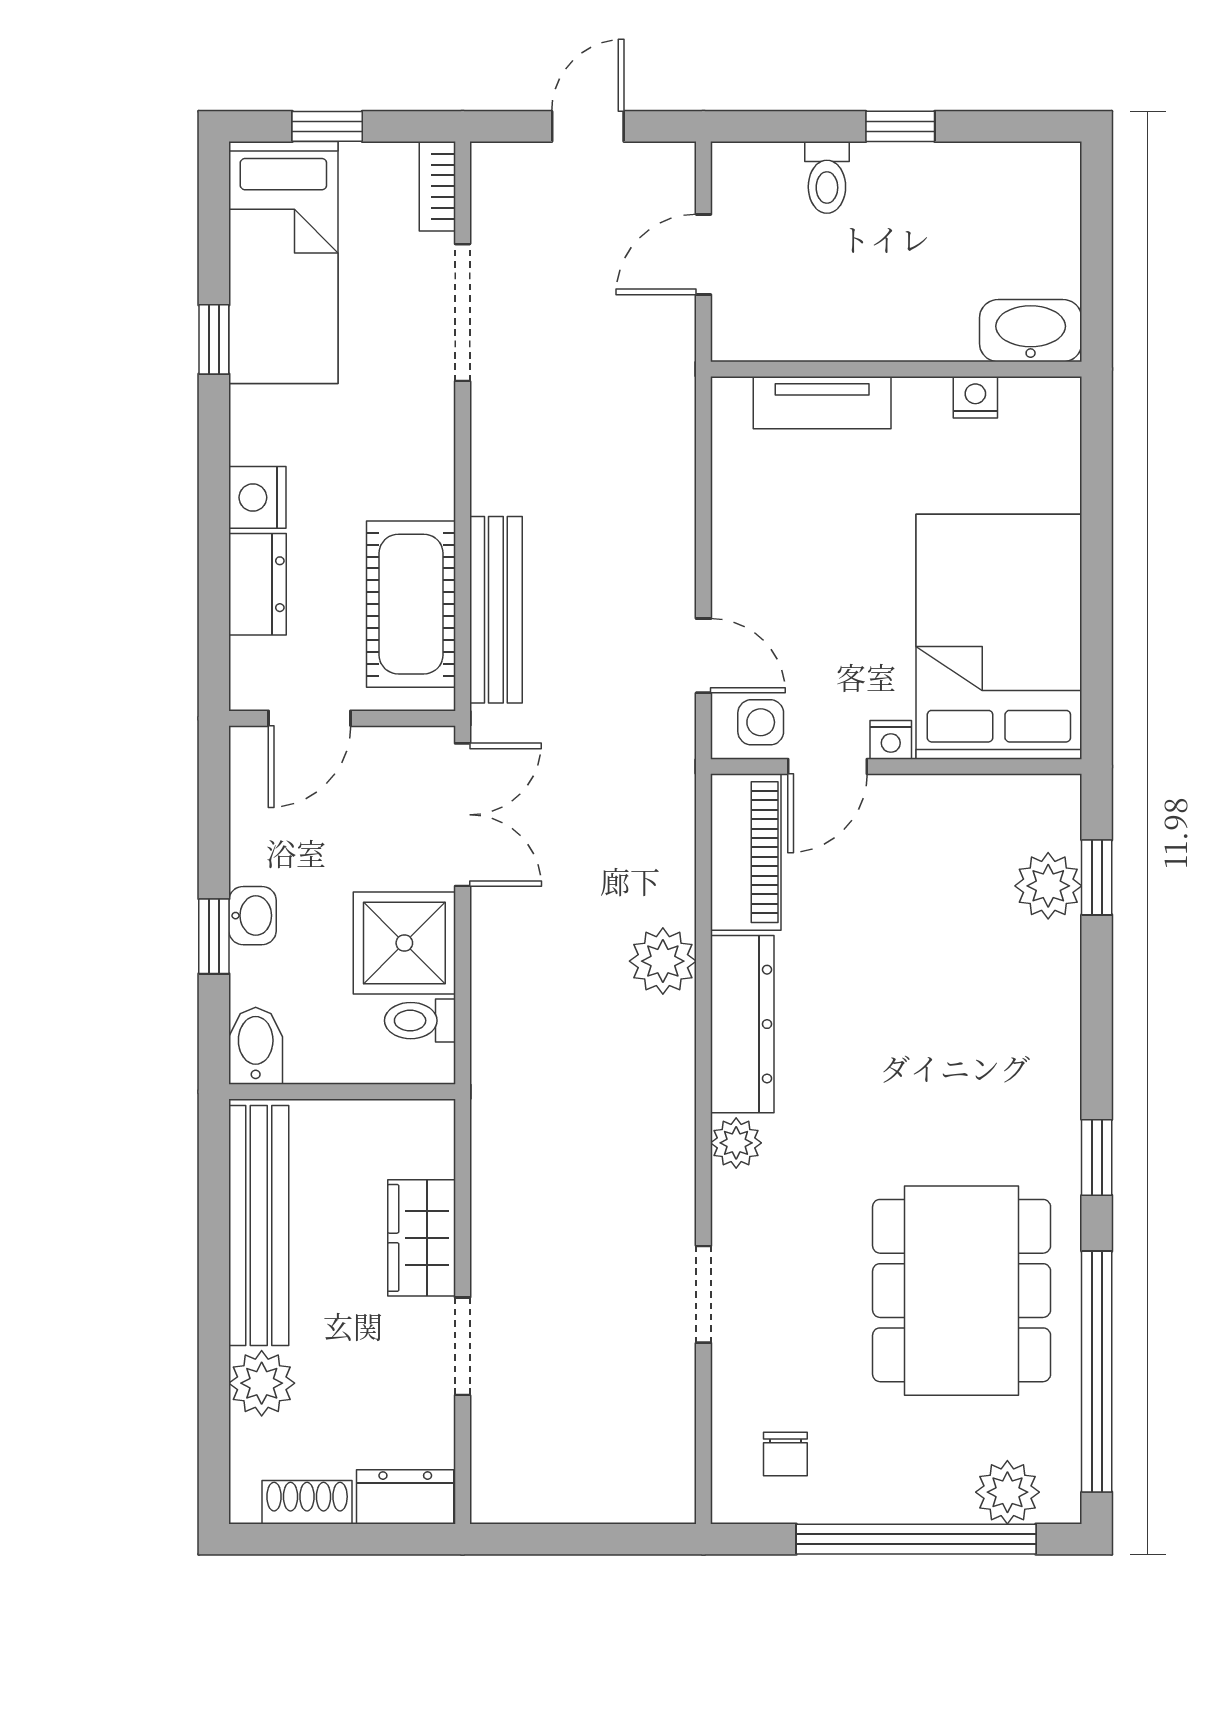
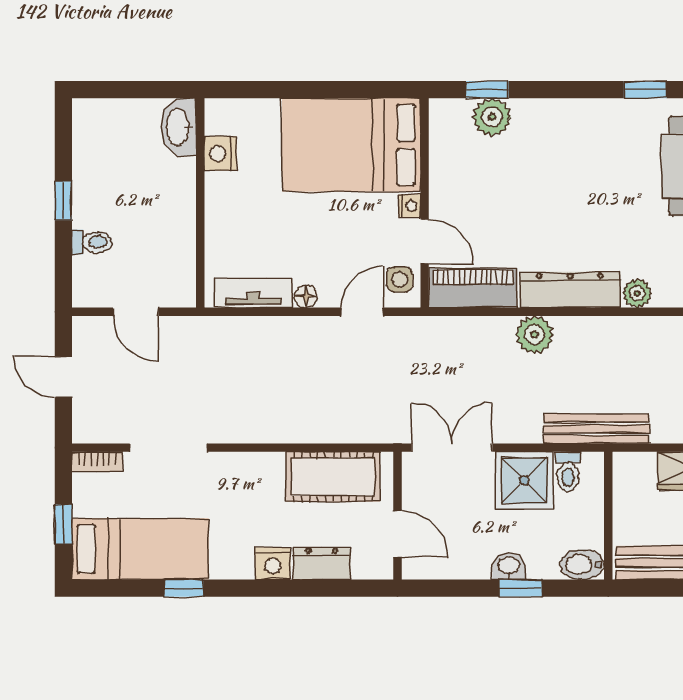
nightstand: (975, 397) -> (220, 153), width x1.39, depth x1.35
tv unit: (822, 403) -> (253, 293), moved, turned -90
floor lamp: (731, 556) -> (306, 296), added
bench: (496, 610) -> (596, 429), moved

